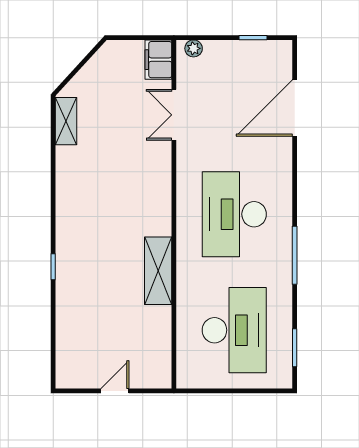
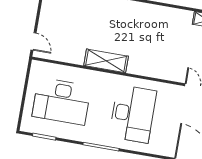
desk: (234, 214) -> (133, 114), turned 90
door: (115, 391) -> (33, 42), moved

